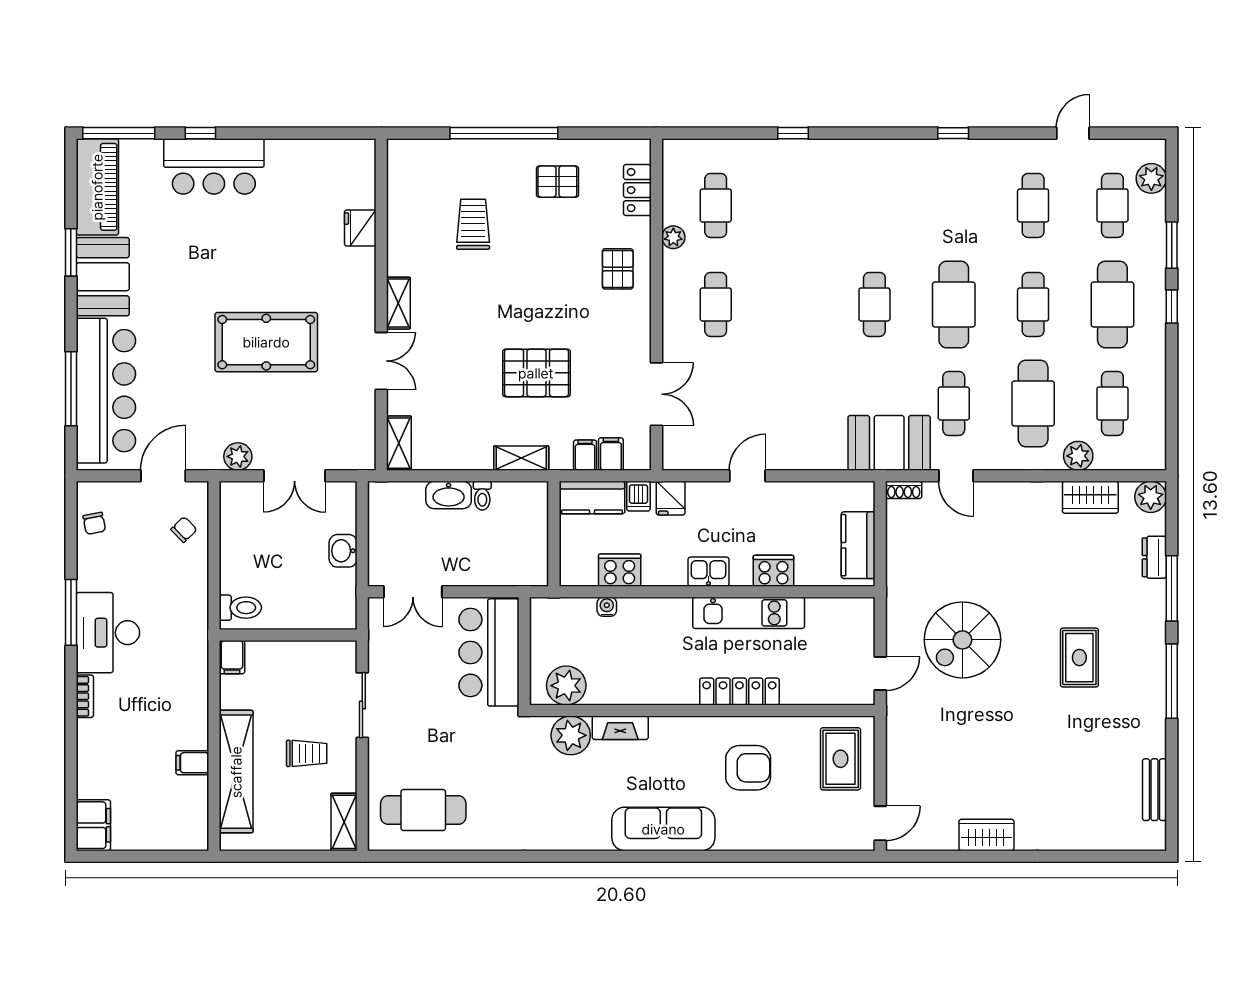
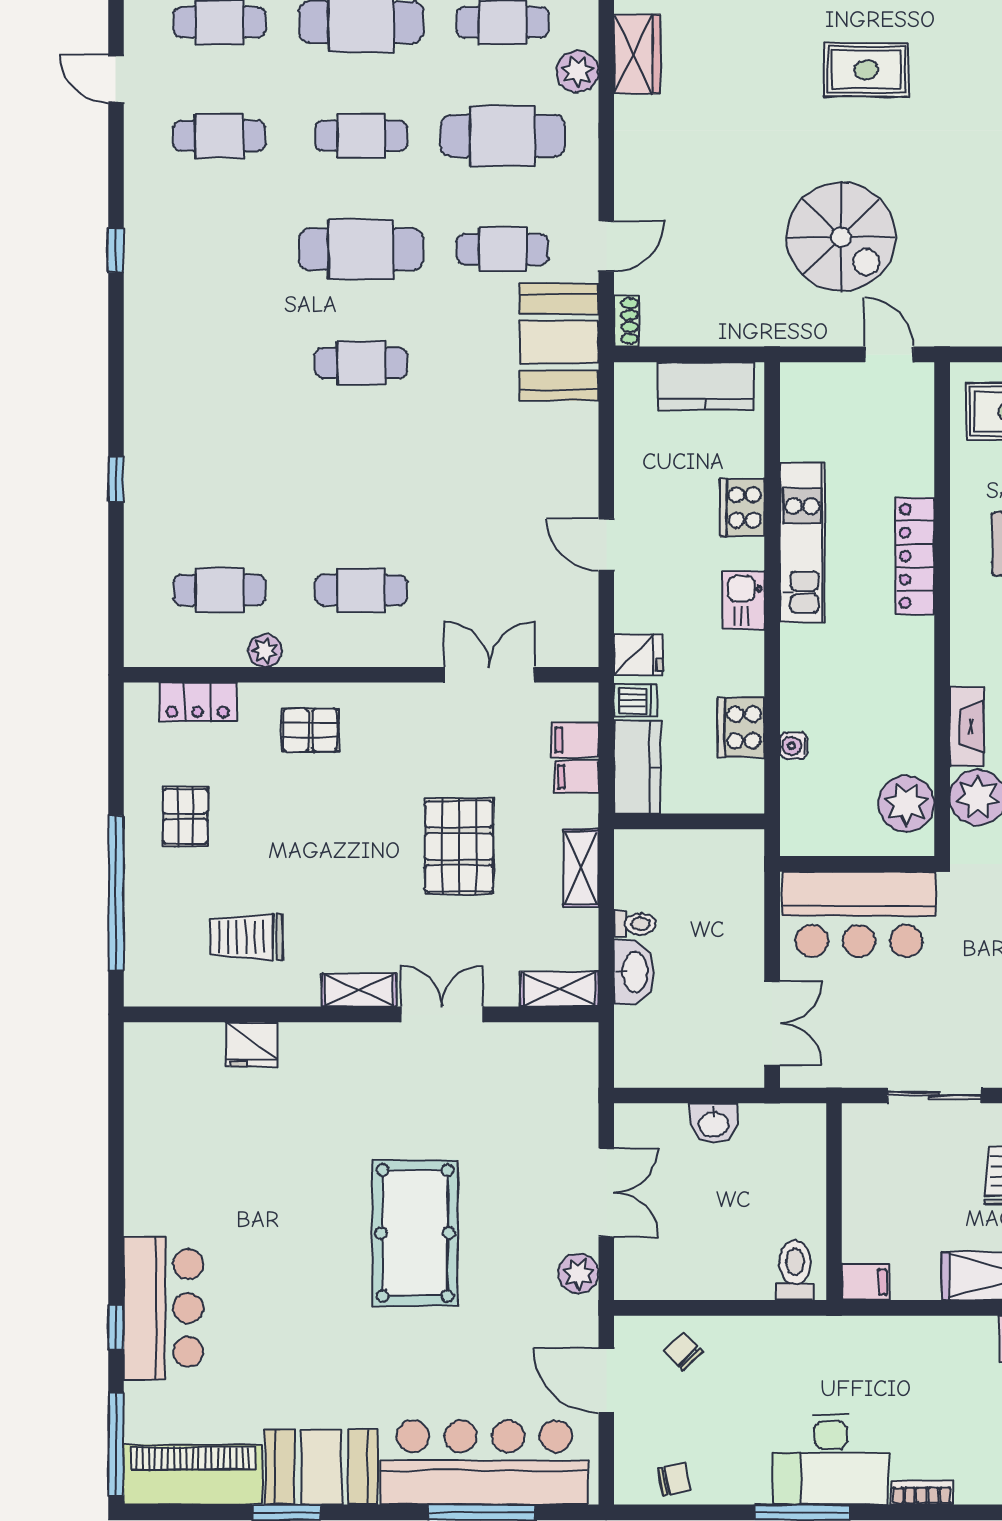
fridge: (360, 228) -> (252, 1045), moved
shelving: (398, 303) -> (359, 990), moved
wall: (381, 304) -> (361, 1014), moved
double door: (381, 361) -> (442, 1014), moved
shelving: (399, 443) -> (559, 989), moved

